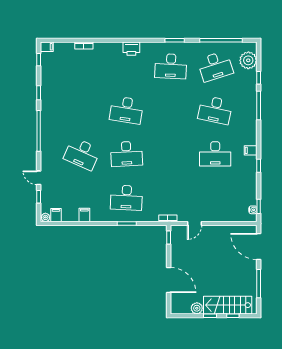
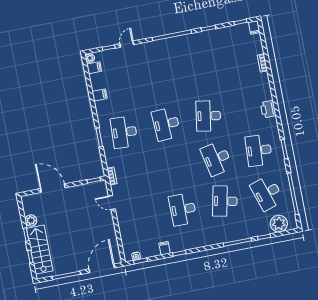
filing cabinet: (251, 150) -> (165, 248), moved
desk: (82, 154) -> (217, 158), moved, turned -36
door: (169, 280) -> (53, 188), swing flipped

